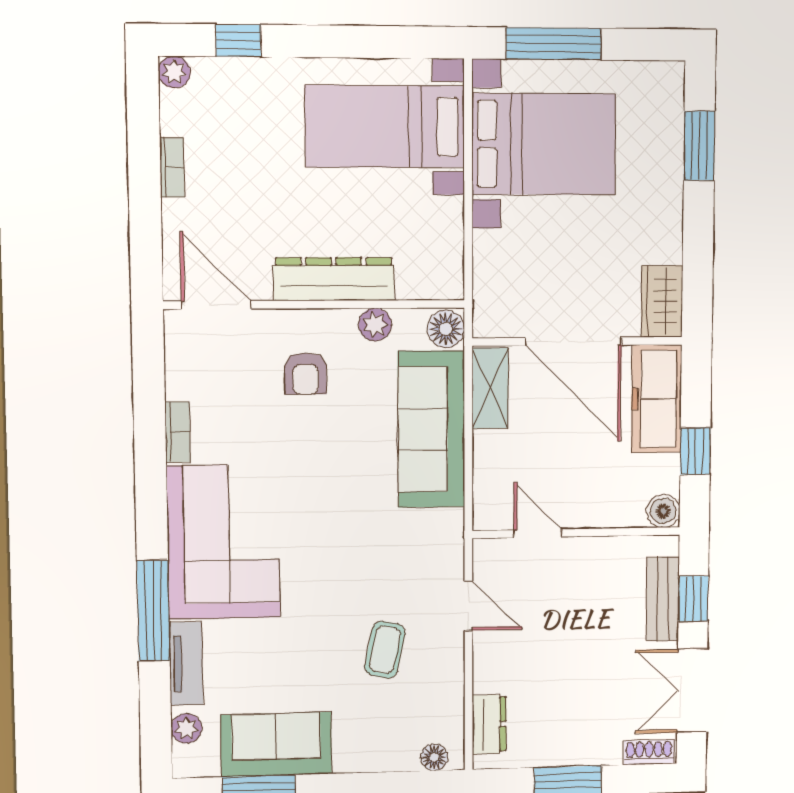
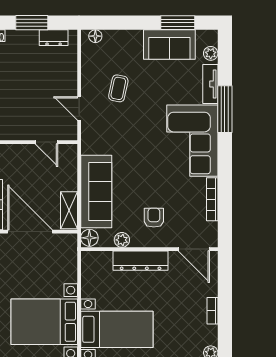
bookcase: (178, 432) -> (212, 199), width x1.56
dresser: (489, 724) -> (54, 38), moved, turned -90

